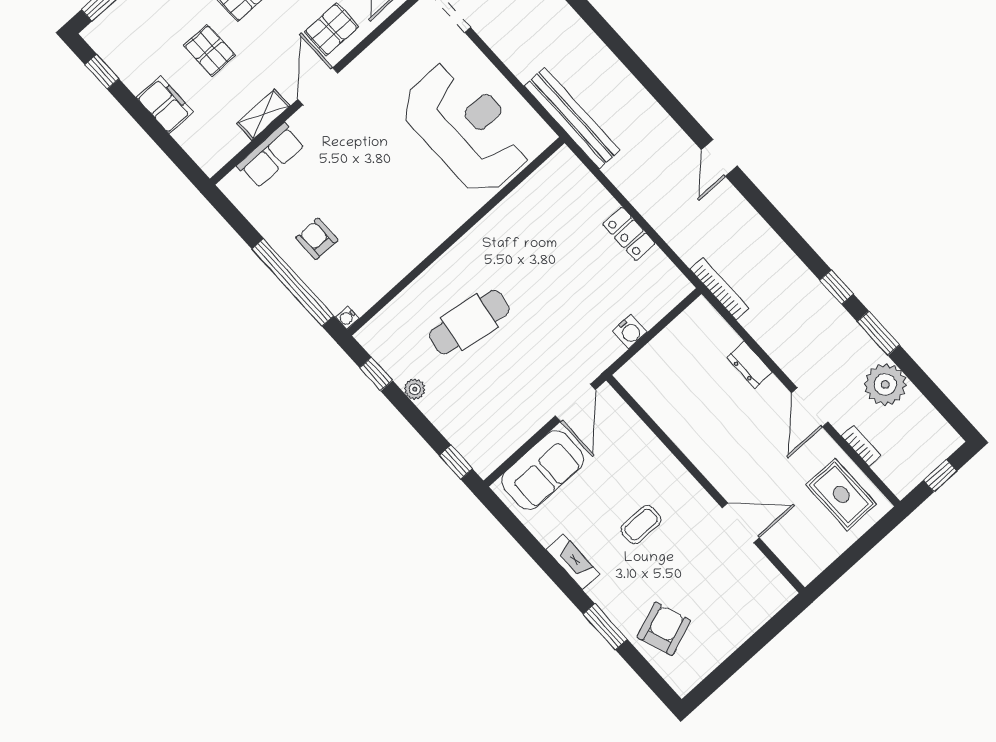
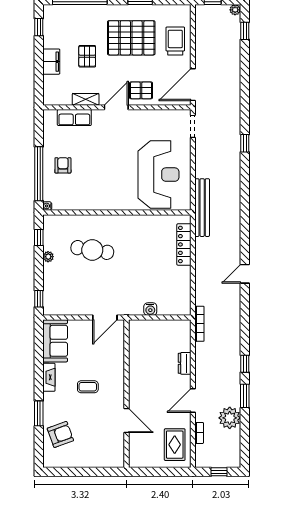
locker: (629, 234) -> (184, 244), moved, width x1.53
sofa: (543, 470) -> (55, 341), moved, turned -90

